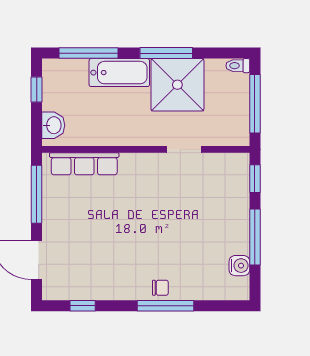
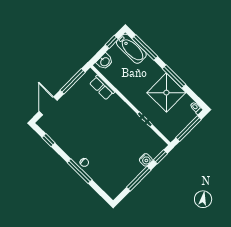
bathtub: (119, 73) -> (131, 49), moved
row of seats: (84, 164) -> (102, 88), width x0.68
water cooler: (239, 266) -> (146, 160), moved

